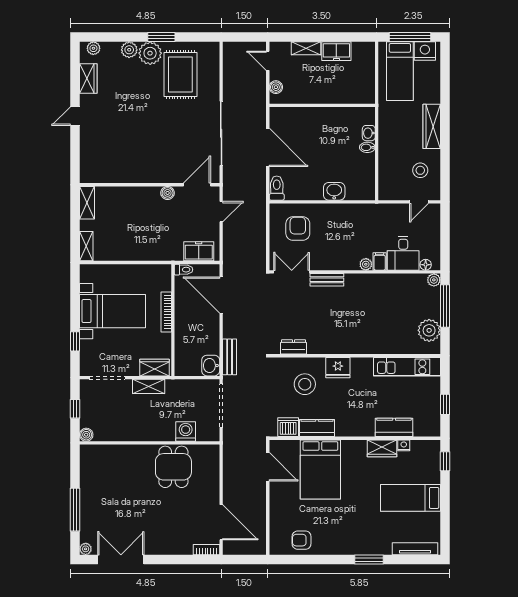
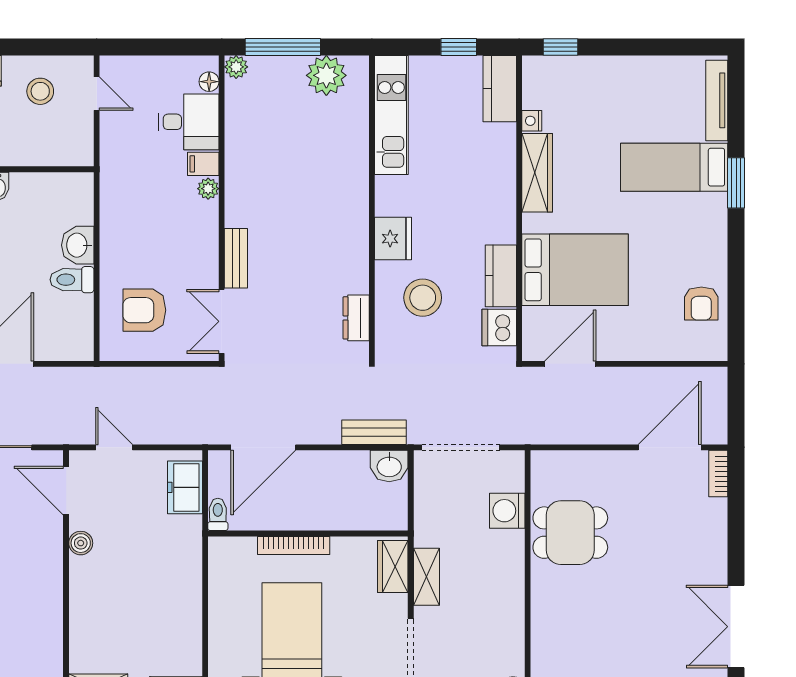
toilet: (277, 188) -> (72, 280), moved
kitchen counter: (394, 427) -> (500, 89), moved
wardrobe: (382, 448) -> (537, 173), width x1.50
bed: (410, 498) -> (674, 167), moved, turned 90

